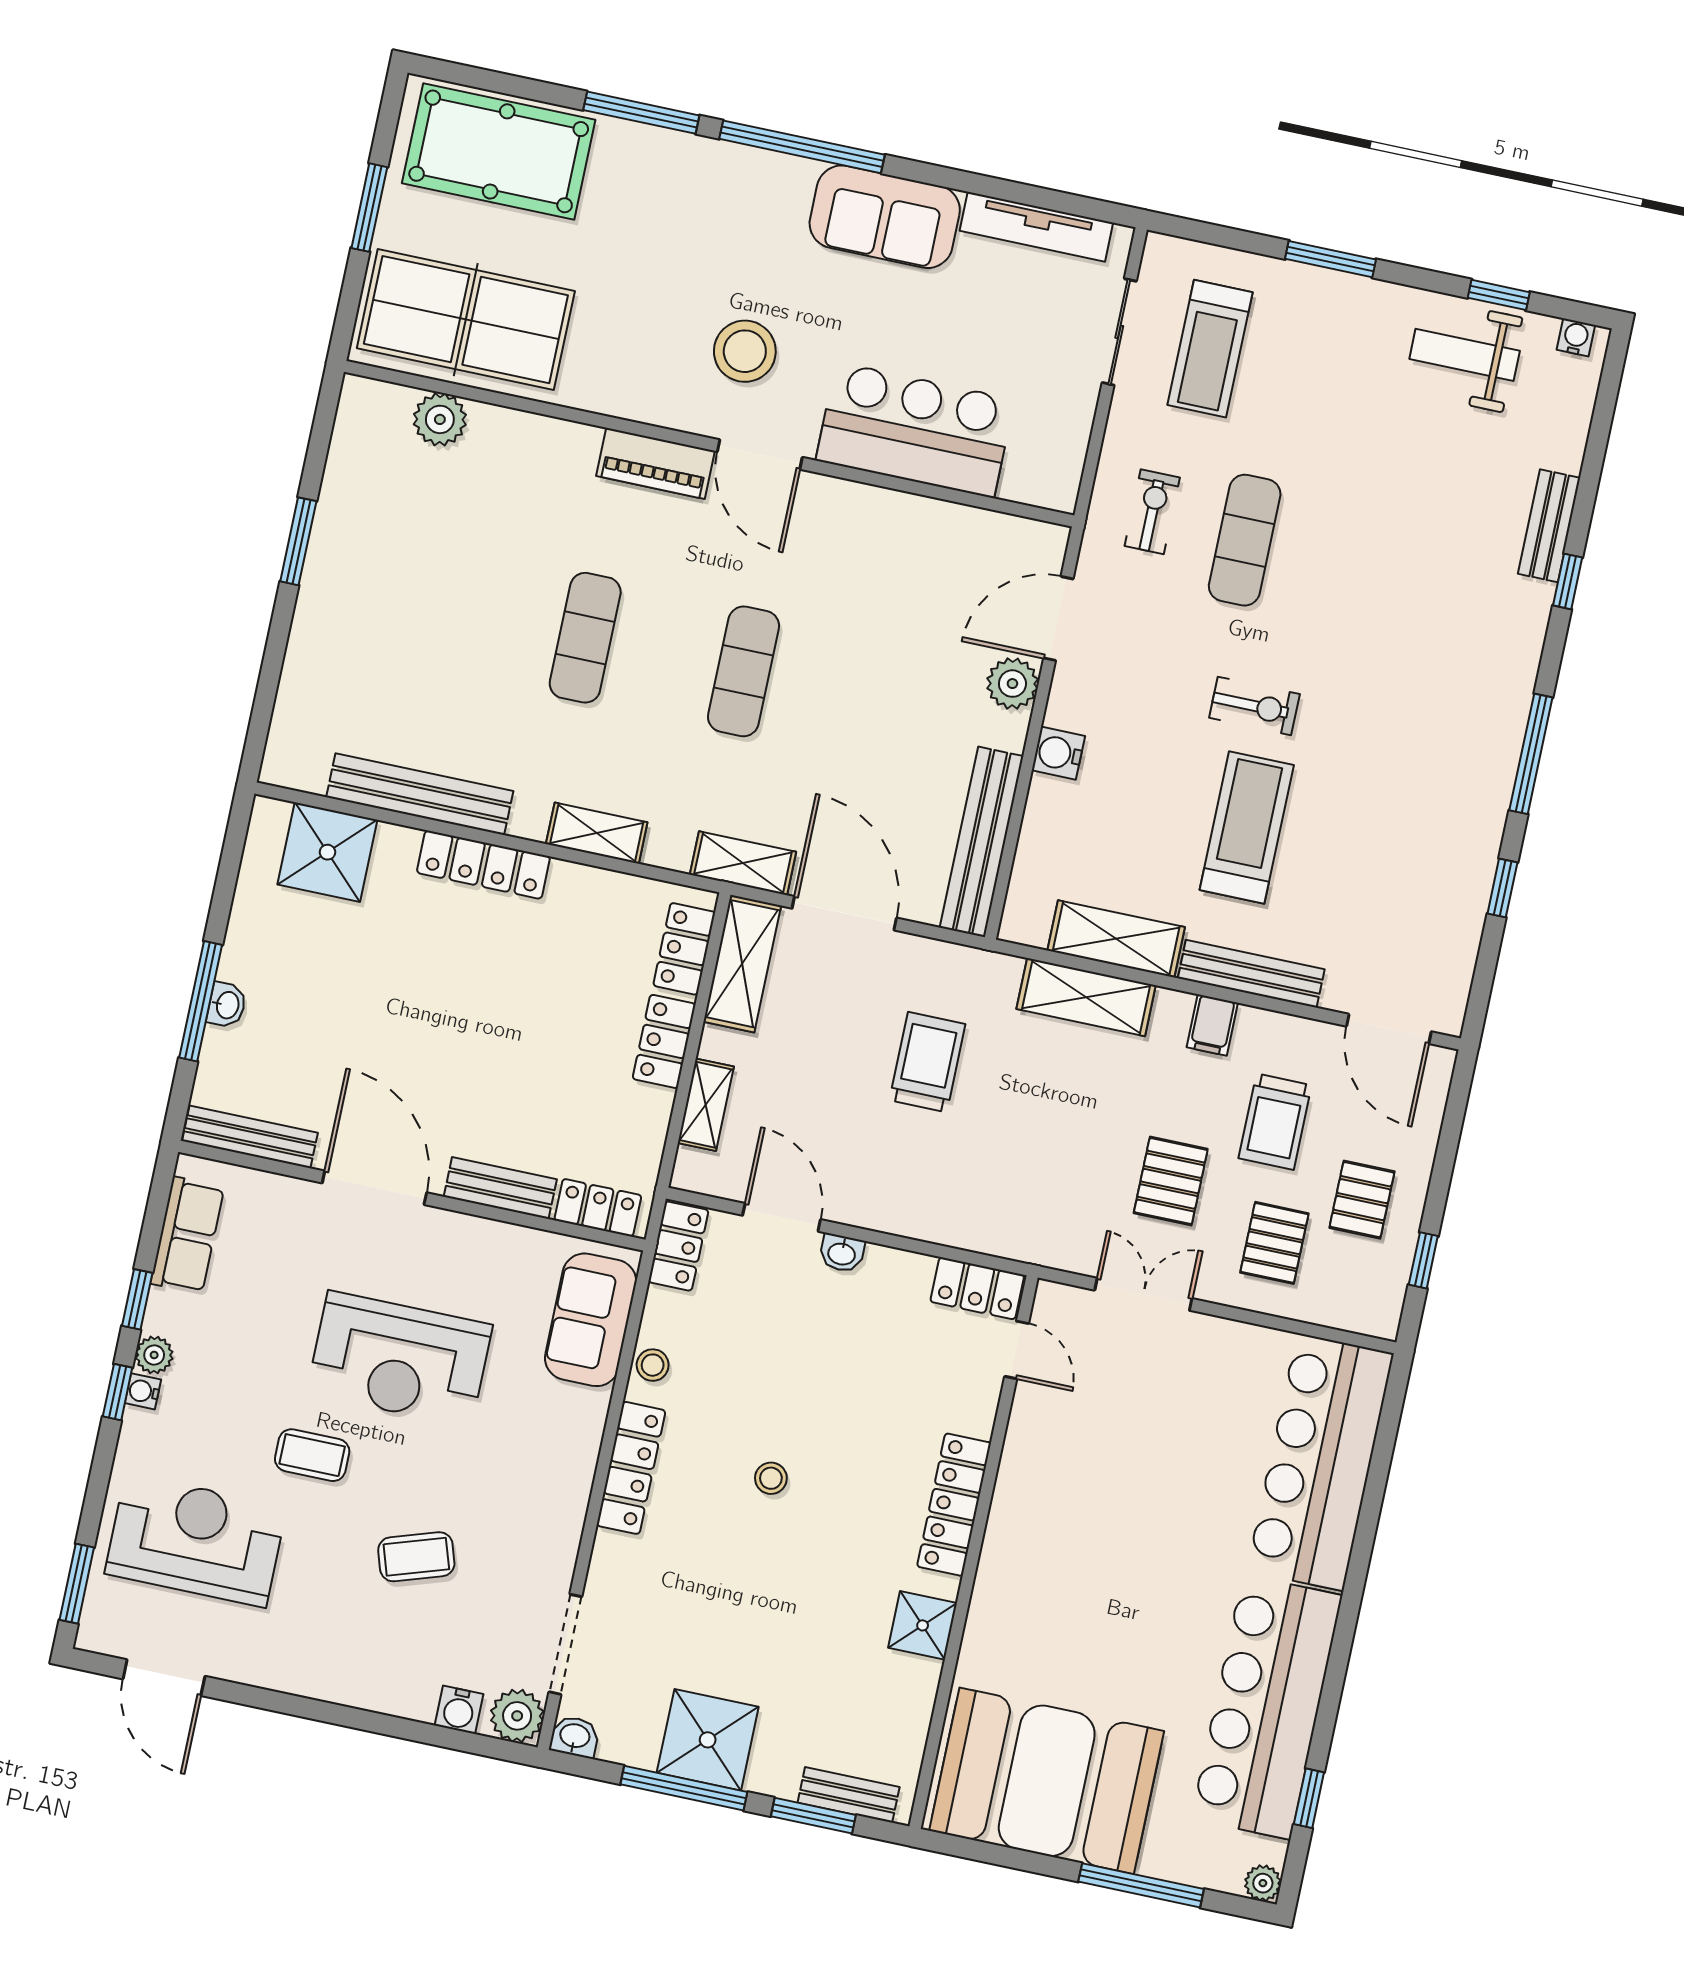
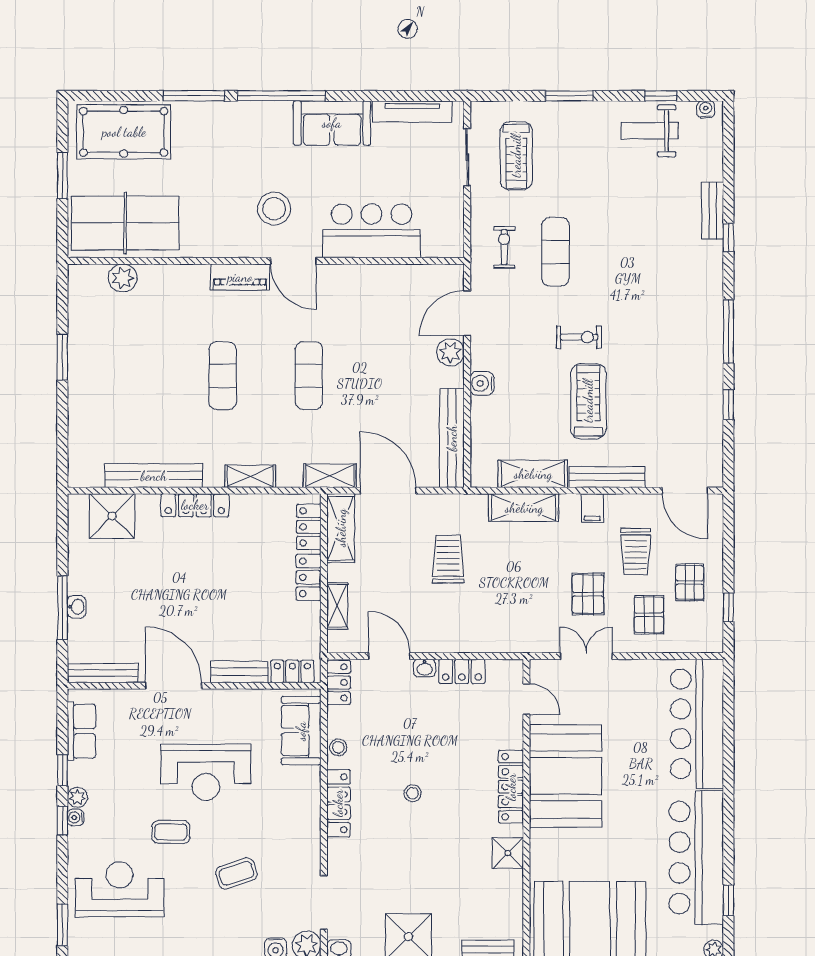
locker: (977, 1288) -> (462, 671), moved
booth: (1058, 1506) -> (565, 776), added

